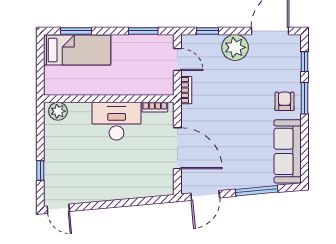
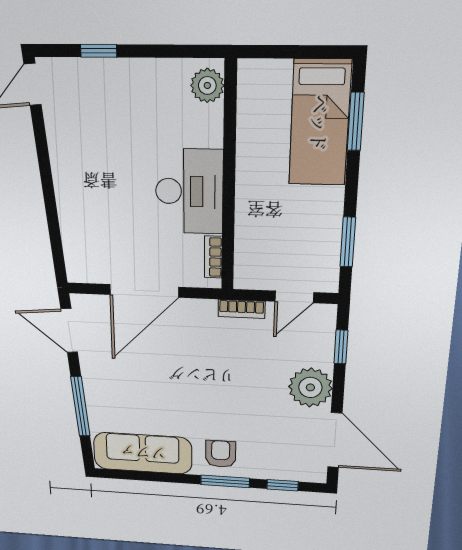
armchair: (285, 101) -> (221, 454), turned -90

